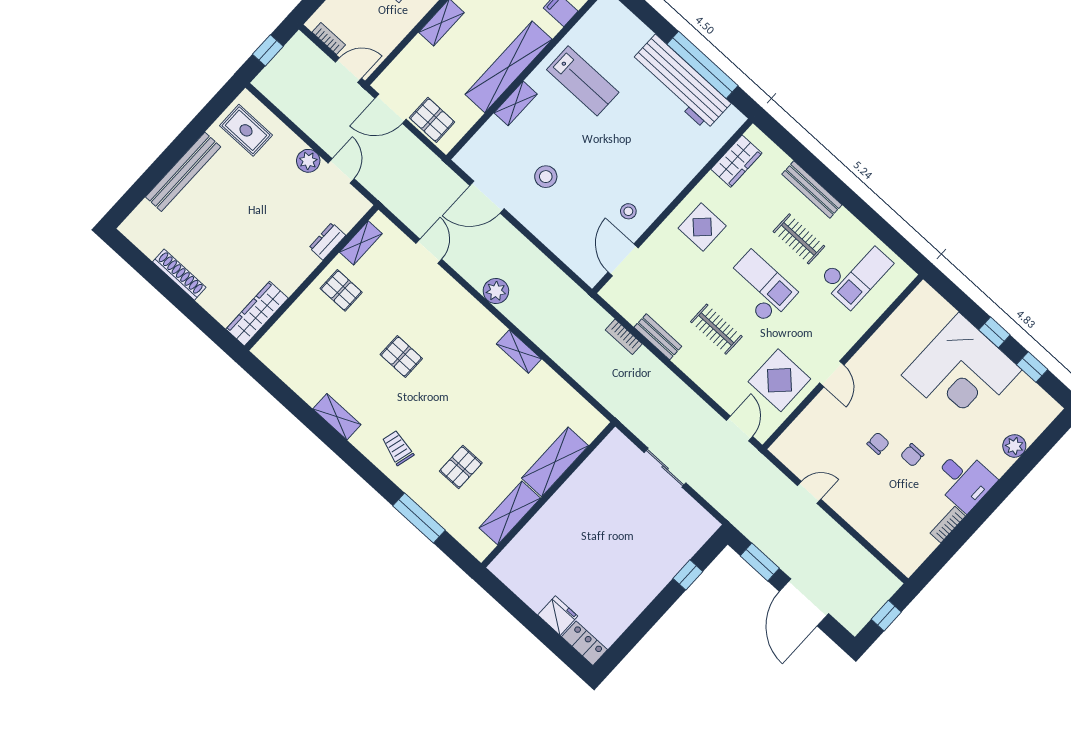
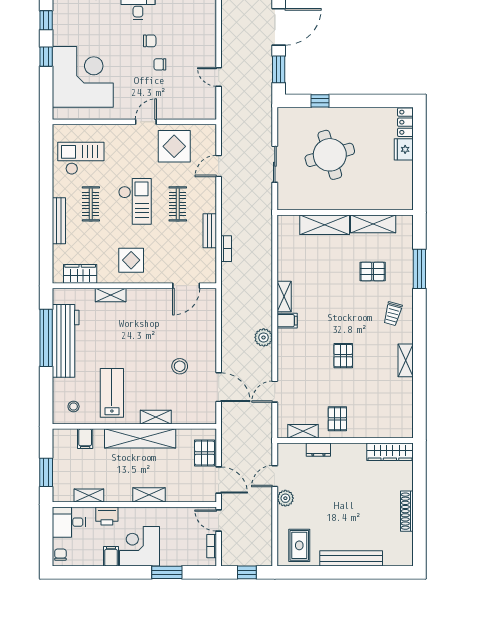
shelving: (686, 173) -> (111, 295), added
stool: (628, 211) -> (74, 407), moved
checkout: (760, 287) -> (135, 201), turned 180
filing cabinet: (491, 332) -> (287, 321), added
corner desk: (962, 372) -> (83, 77), moved
door: (739, 428) -> (219, 166), moved
round table: (622, 534) -> (330, 155), added

